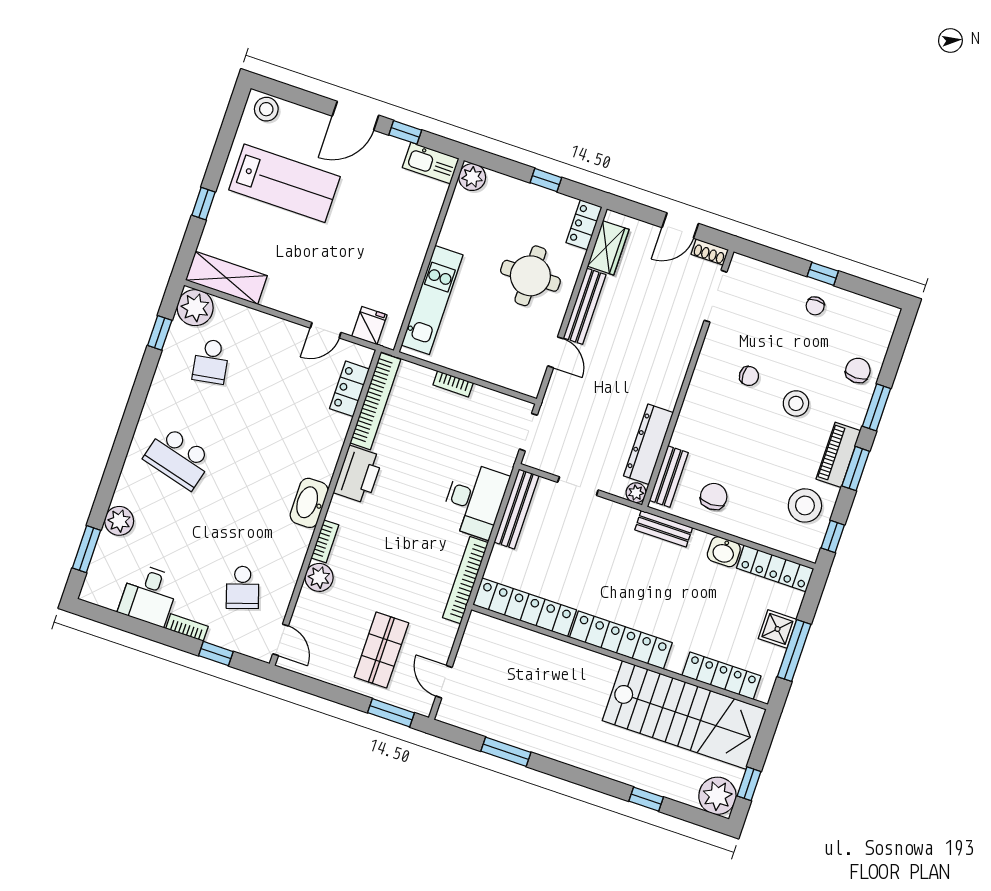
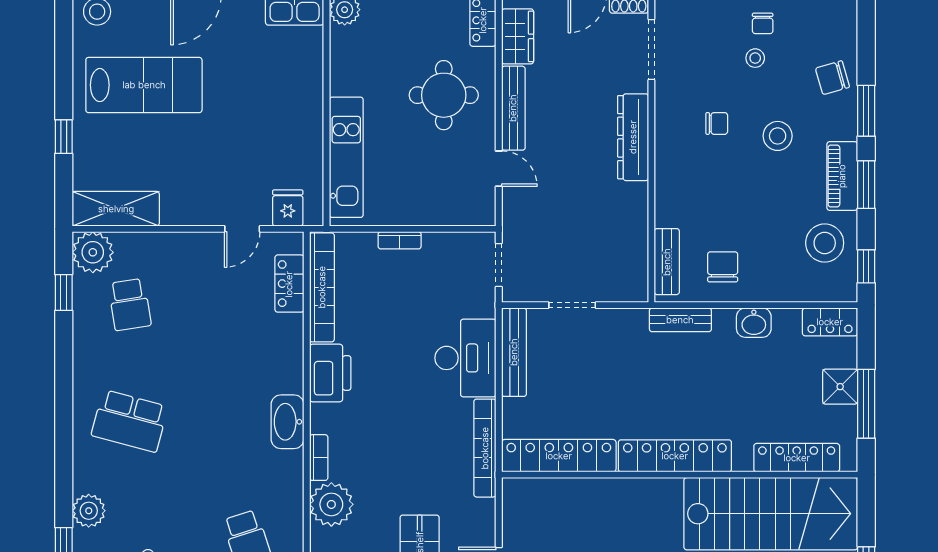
stool: (799, 333) -> (755, 58), added
chair: (858, 370) -> (832, 78), turned -106
dresser: (648, 444) -> (633, 137), moved
plant: (636, 493) -> (637, 291), removed
locker: (775, 568) -> (830, 322), width x0.66
plant: (319, 577) -> (331, 504), width x1.36, depth x1.36

